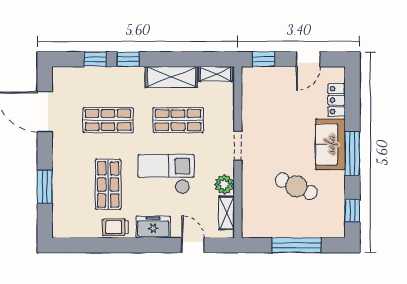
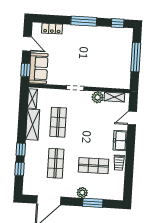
sofa: (330, 144) -> (38, 68), moved, turned -90
plant: (61, 168) -> (82, 193), added
checkout: (166, 174) -> (89, 131), removed
cafe table: (296, 186) -> (101, 55), removed

